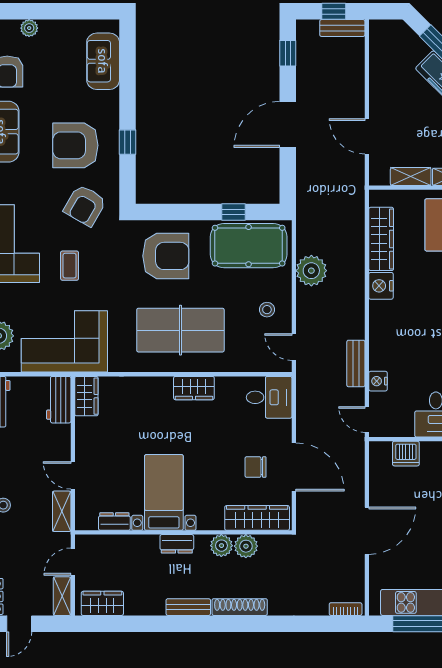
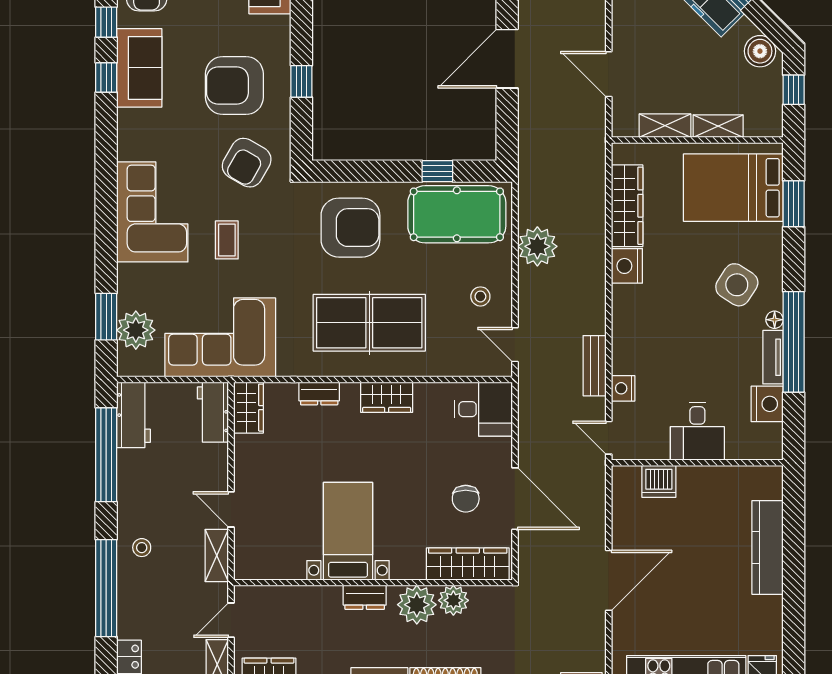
chair: (255, 467) -> (466, 499), turned -90
dresser: (114, 522) -> (319, 393), moved, turned 180
plant: (221, 546) -> (417, 605), width x1.36, depth x1.36

